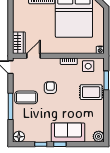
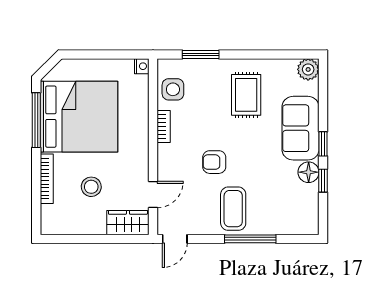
stool: (37, 24) -> (91, 187), added
door: (33, 56) -> (153, 195), swing flipped
rug: (91, 92) -> (246, 95), moved
floor lamp: (19, 137) -> (309, 172), moved

